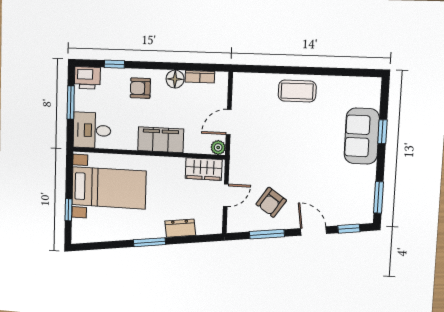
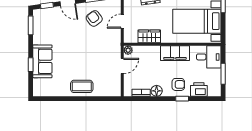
window: (114, 64) -> (182, 99), moved
printer: (87, 78) -> (199, 89), moved
filing cabinet: (161, 140) -> (175, 53), moved
wardrobe: (204, 169) -> (149, 36), moved
armchair: (271, 202) -> (94, 18), turned -71

